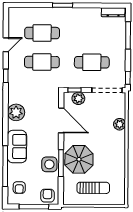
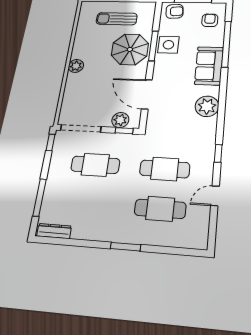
plant: (120, 124) -> (76, 66), moved
armchair: (47, 196) -> (175, 11), turned -95

